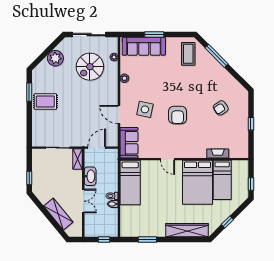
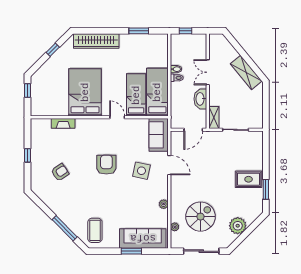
window: (29, 178) -> (266, 97), removed
bed: (222, 180) -> (136, 95), moved
shelving: (58, 214) -> (246, 72), moved

